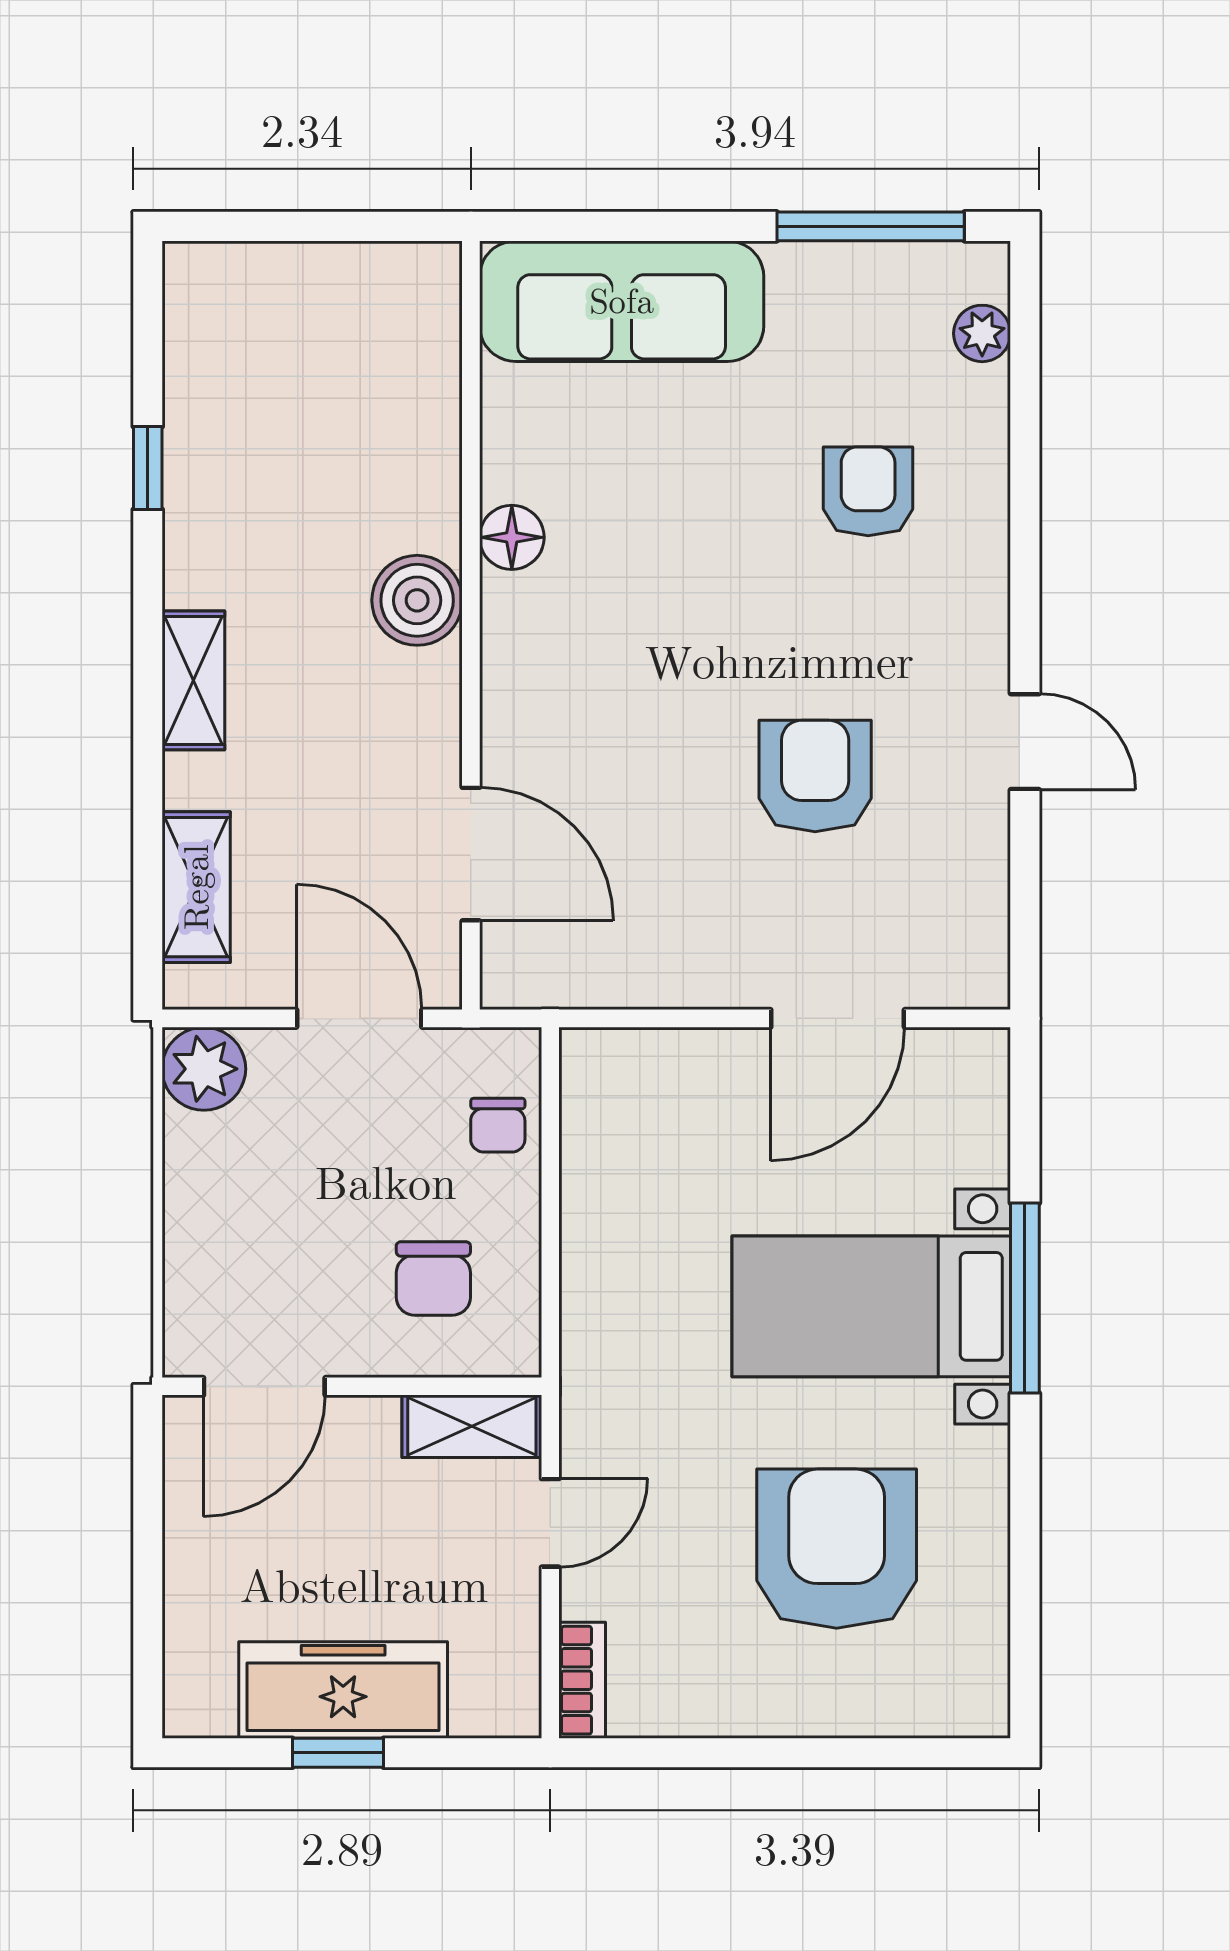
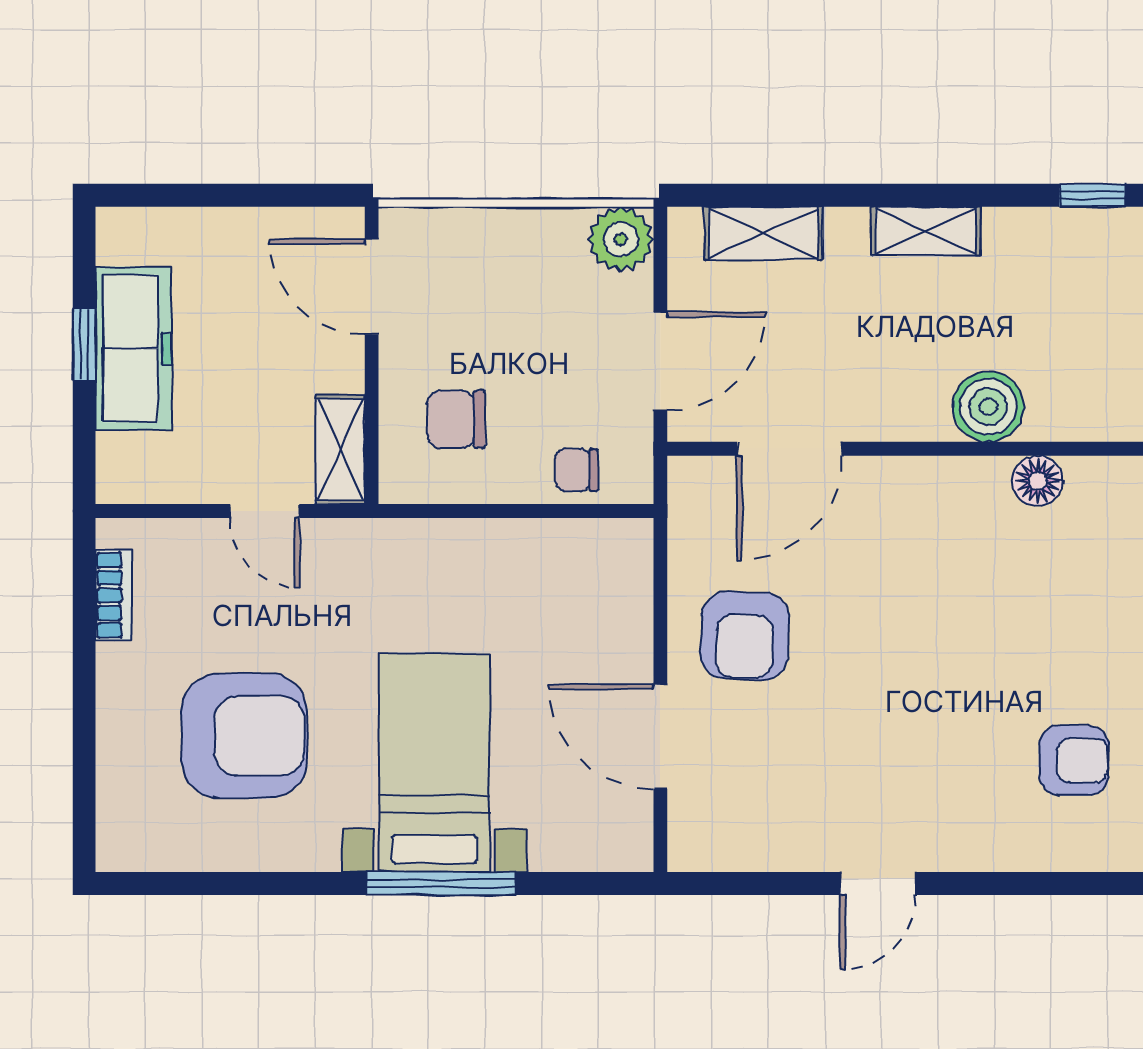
armchair: (815, 776) -> (745, 636), moved, turned 92
bookcase: (582, 1680) -> (114, 595), moved, turned -90

